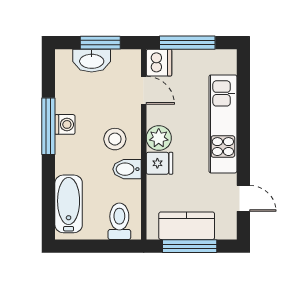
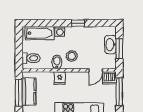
washing machine: (65, 124) -> (60, 31), moved
window: (48, 126) -> (78, 23), width x0.46
plant: (159, 138) -> (72, 78), removed

